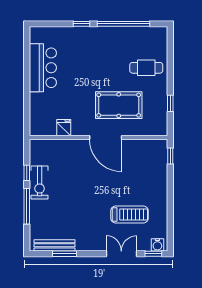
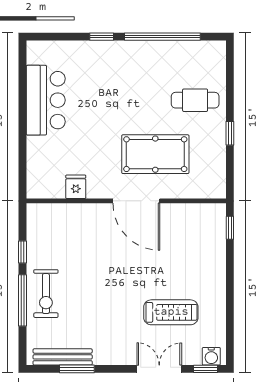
window: (170, 103) -> (230, 133), moved
exercise bike: (40, 183) -> (46, 294), moved

